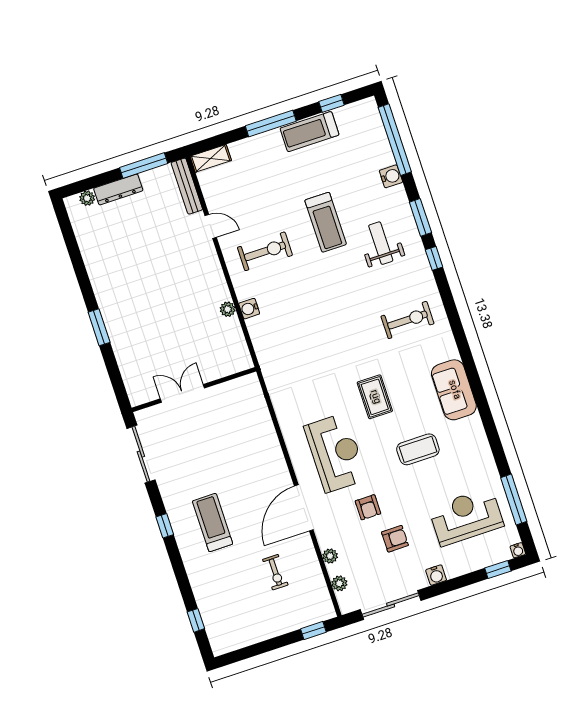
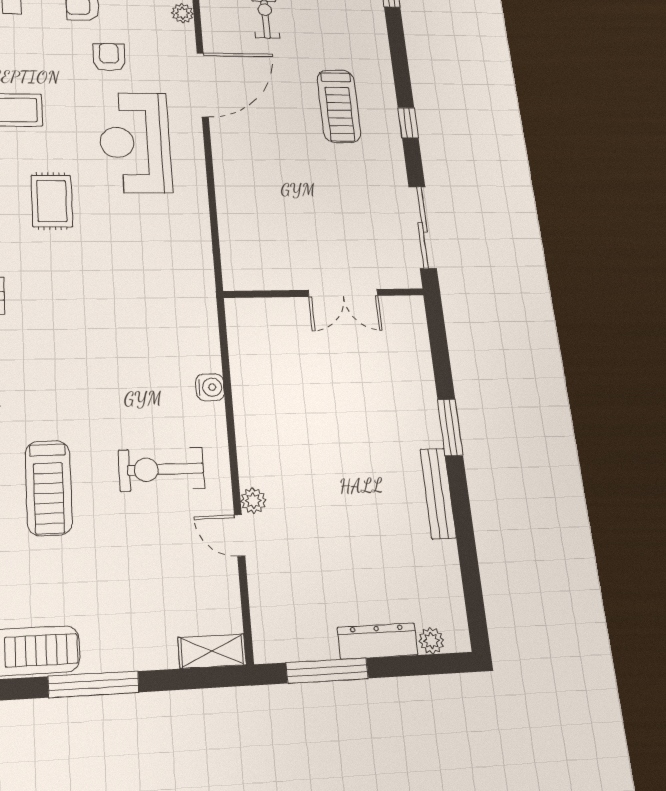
bench: (187, 186) -> (438, 493), moved
treadmill: (326, 222) -> (49, 488), turned 180
plant: (228, 309) -> (253, 501), moved

